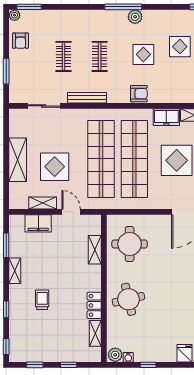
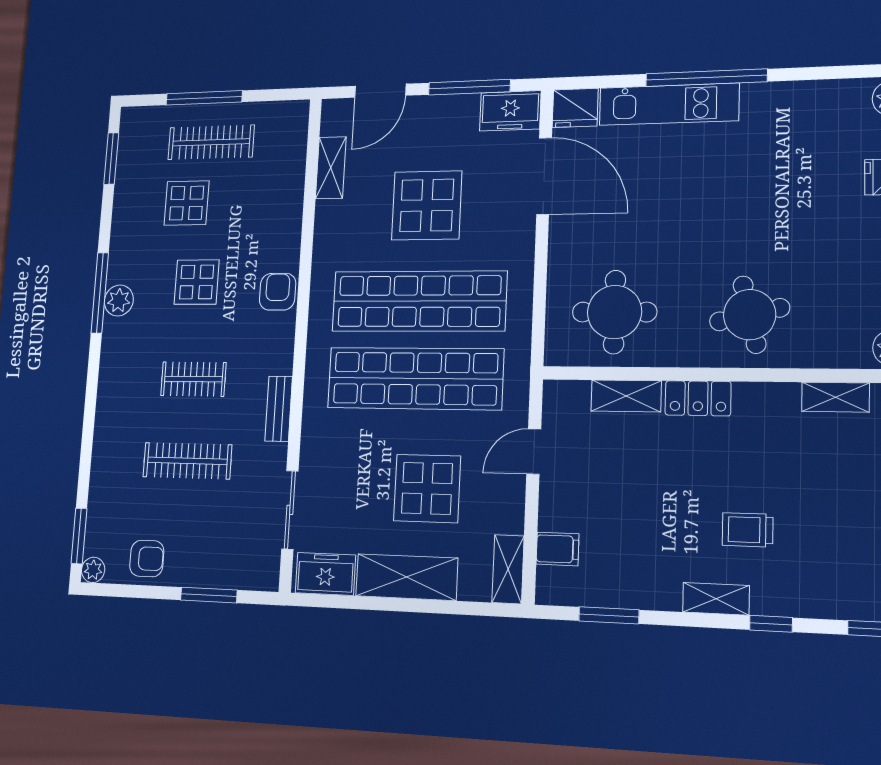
window: (123, 7) -> (100, 293), moved
clothes rail: (63, 56) -> (187, 461), width x1.36
bench: (87, 98) -> (279, 409), width x0.73
freezer: (166, 117) -> (325, 574), moved, turned -90
shelving: (43, 203) -> (508, 569), moved
filing cabinet: (38, 223) -> (557, 549), width x0.50
shelving: (15, 271) -> (716, 599), moved
locker: (94, 305) -> (698, 398), moved

